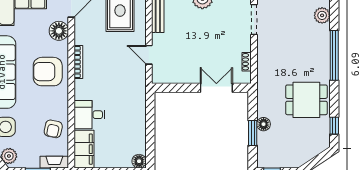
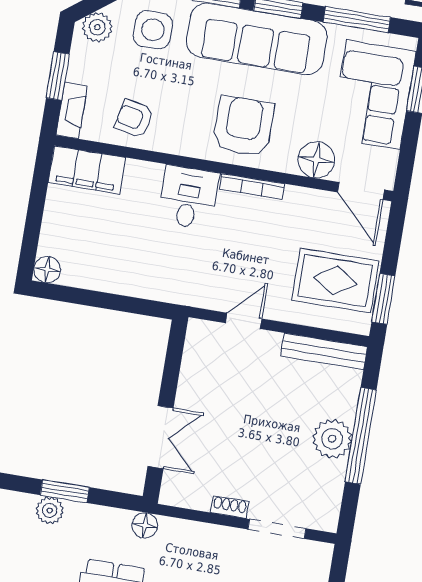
shoe rack: (247, 62) -> (230, 507), moved
desk: (89, 115) -> (188, 197), moved
floor lamp: (264, 124) -> (145, 525), moved
plant: (264, 139) -> (50, 510), added

